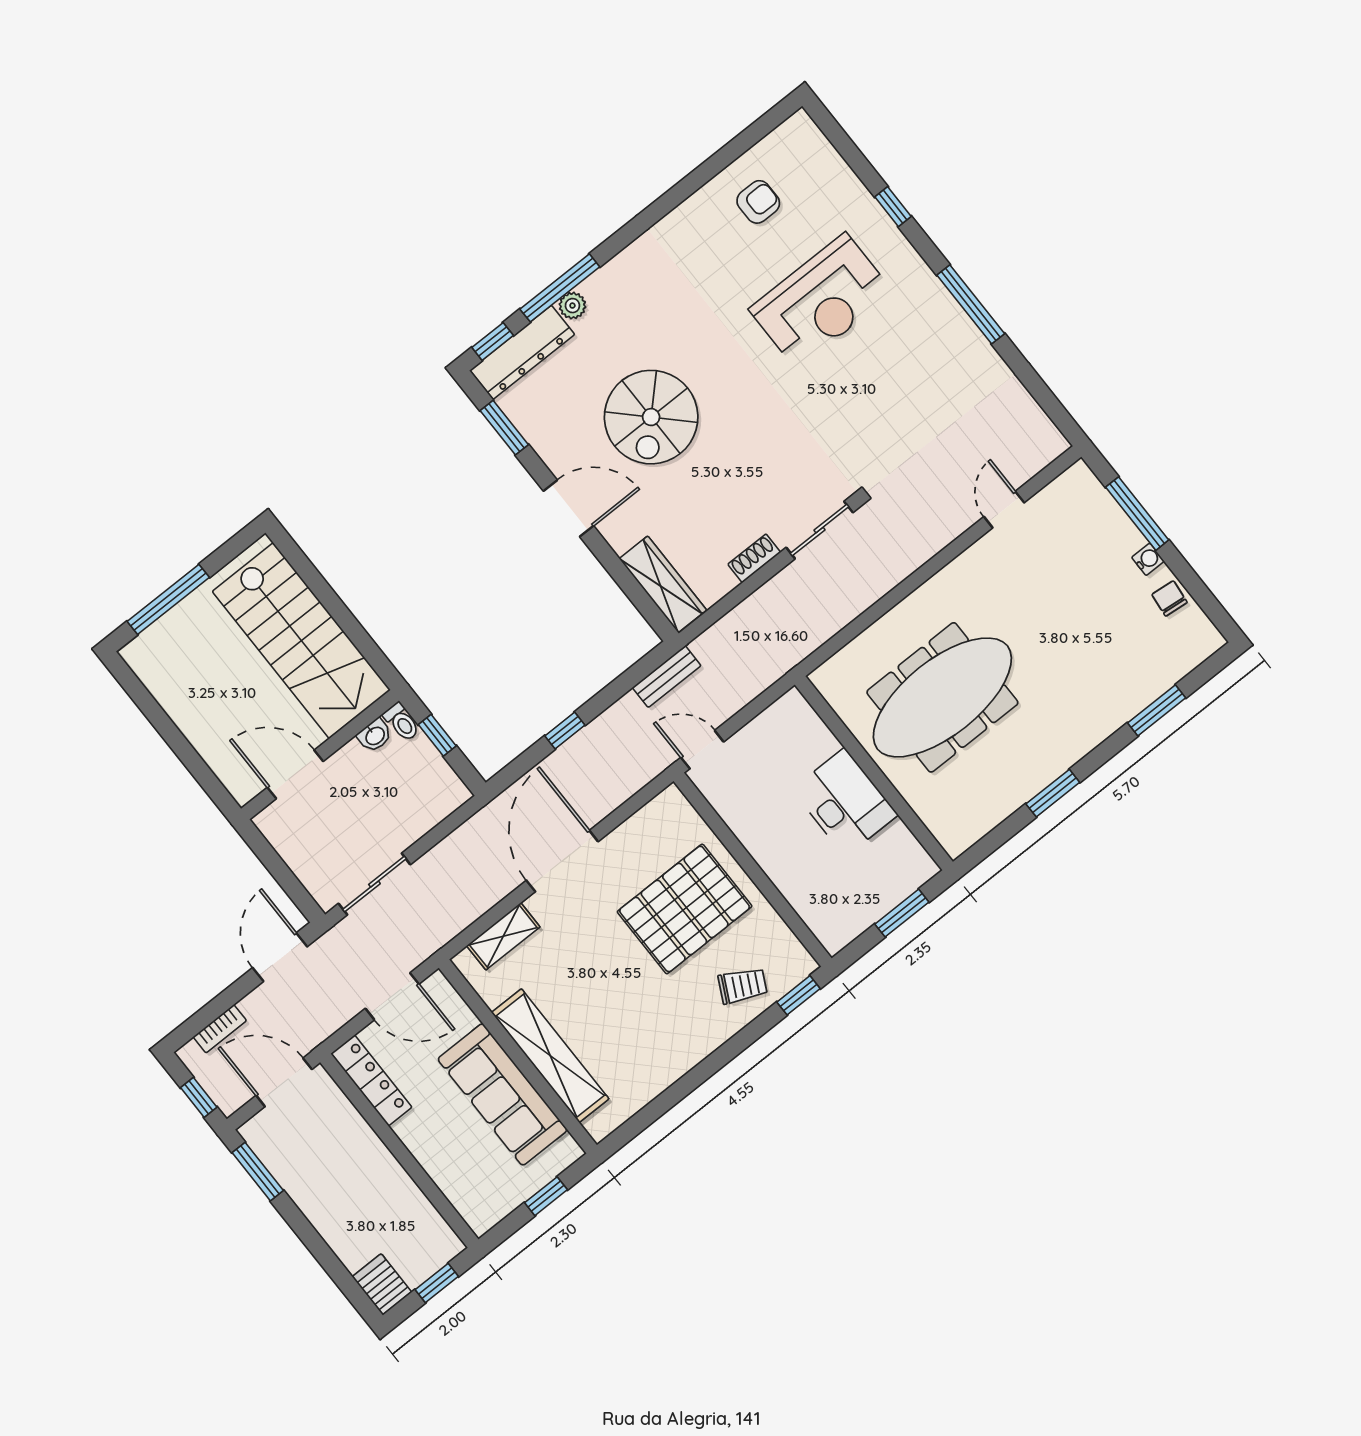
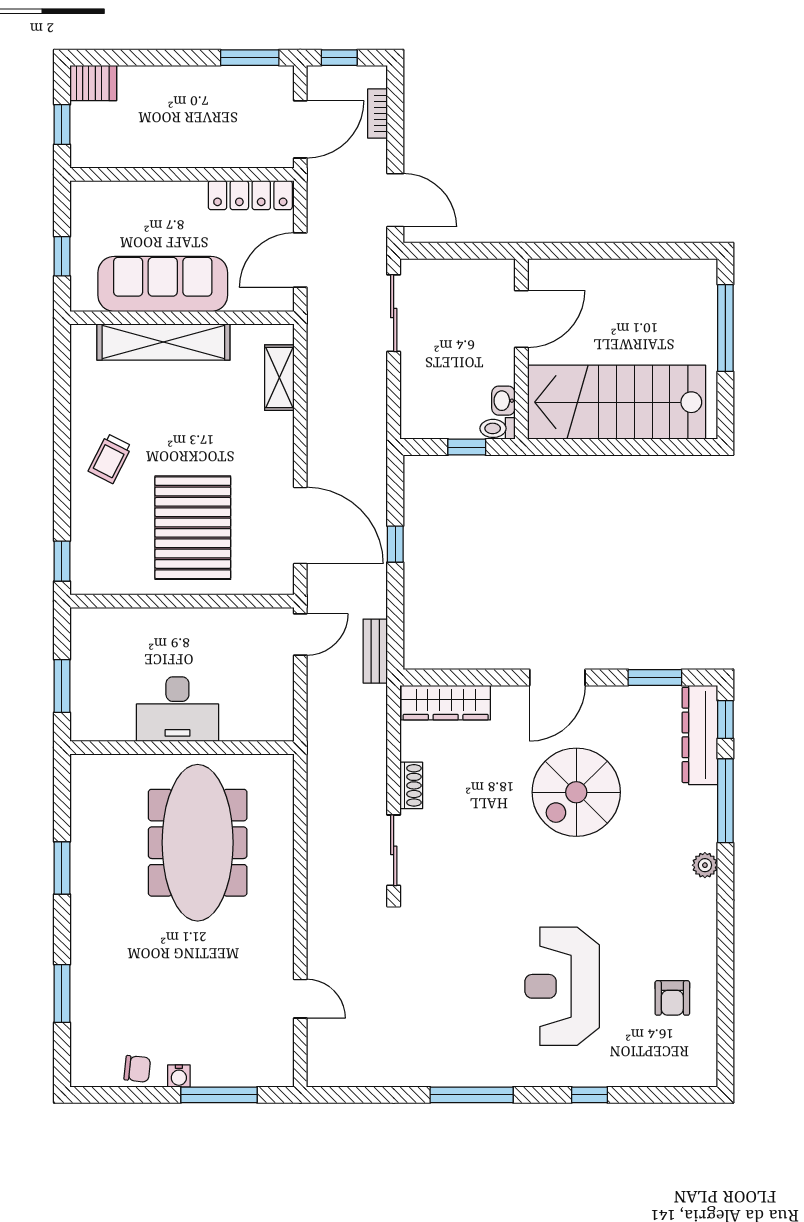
plant: (572, 306) -> (705, 865), moved
spiral stairs: (651, 417) -> (576, 792), turned -90
door: (562, 861) -> (300, 526), moved
trolley: (743, 986) -> (110, 459), moved

